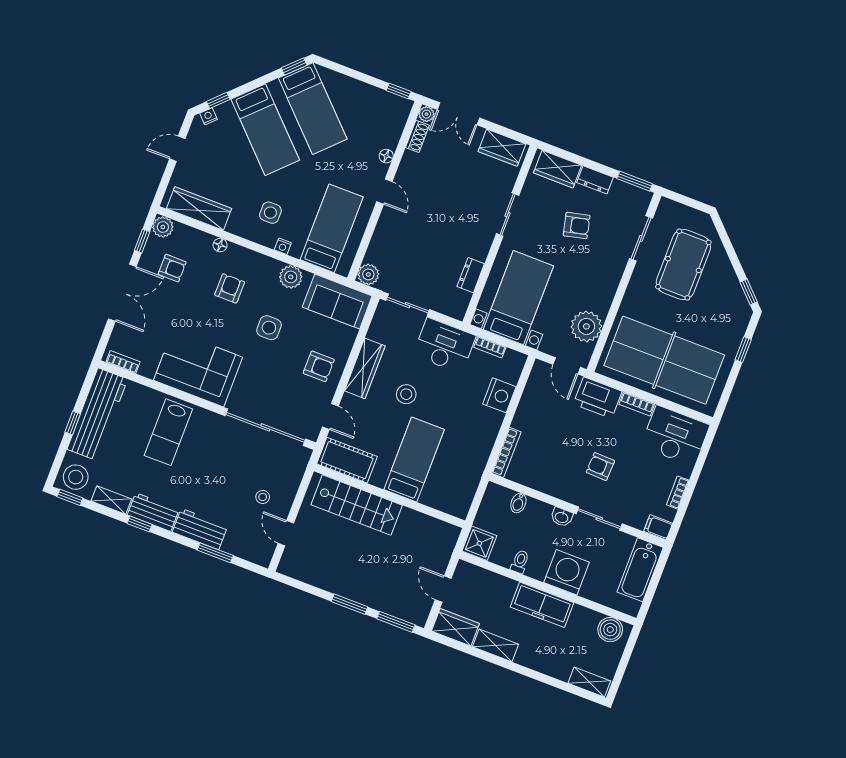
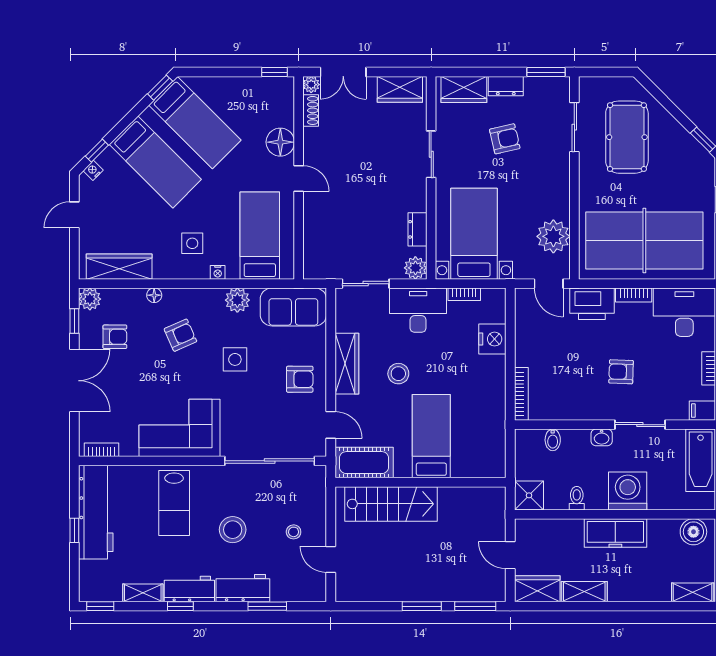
floor lamp: (386, 156) -> (280, 142), width x1.89, depth x1.89
plant: (368, 274) -> (415, 268), moved
armchair: (230, 288) -> (180, 335), turned 66
stool: (76, 477) -> (233, 530), moved

